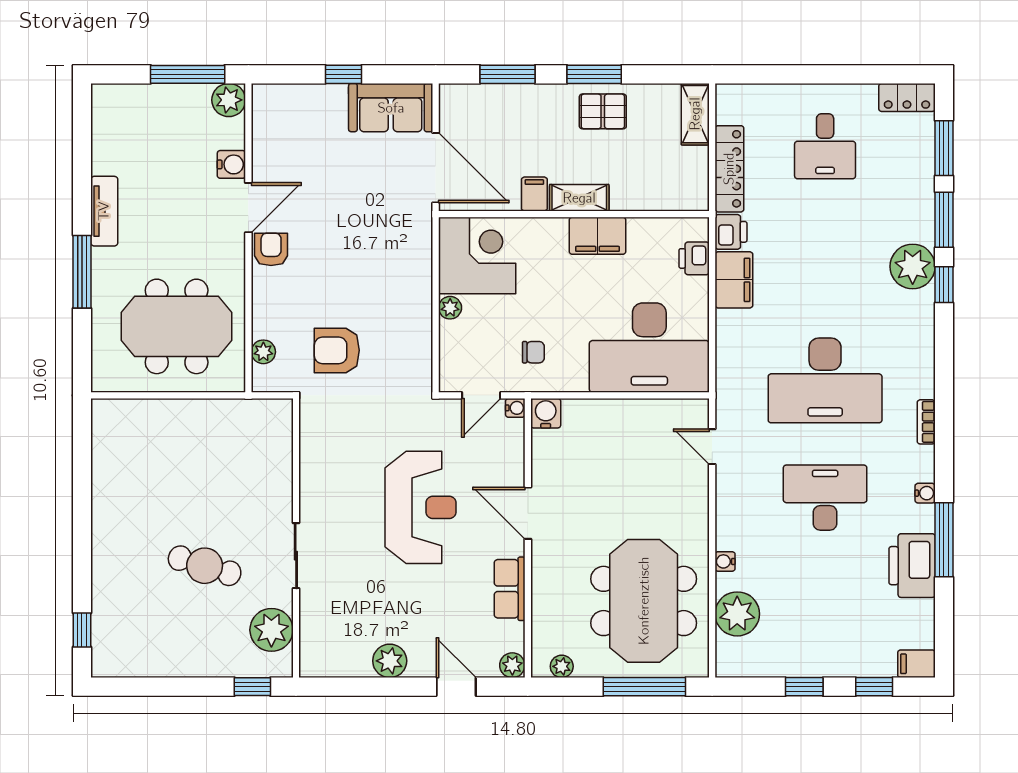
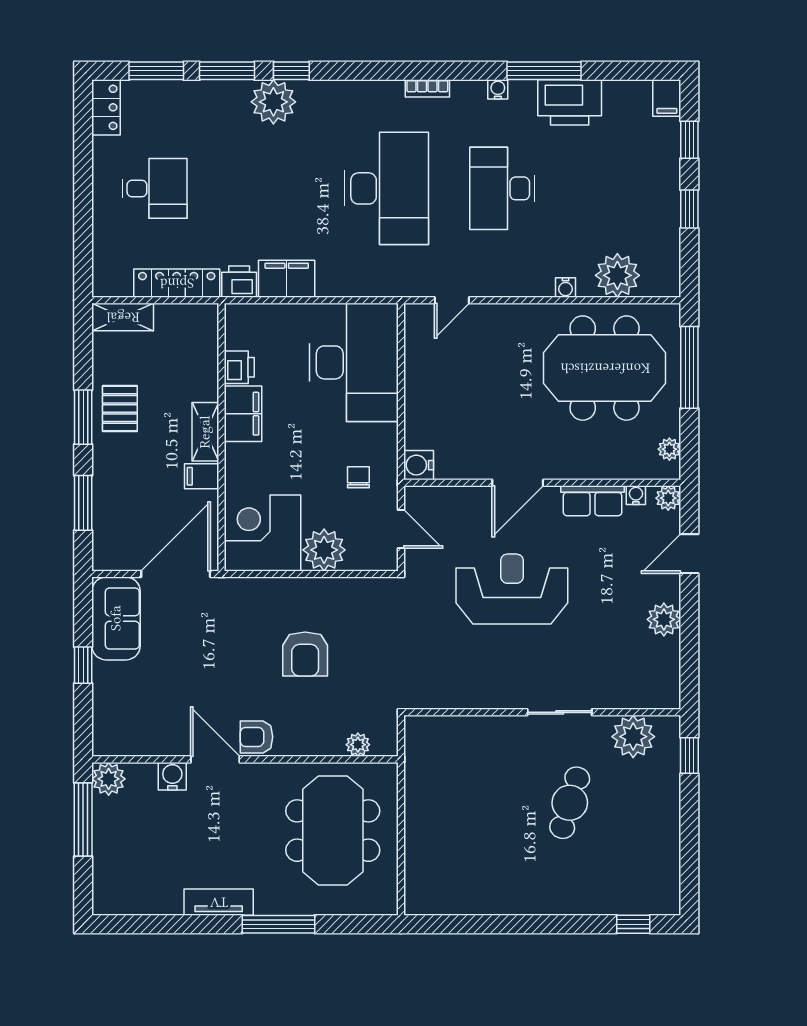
printer: (694, 258) -> (239, 367), moved, turned -90
plant: (450, 308) -> (324, 550), width x1.88, depth x1.88
armchair: (337, 350) -> (305, 654), moved
water cooler: (515, 408) -> (636, 495), moved

